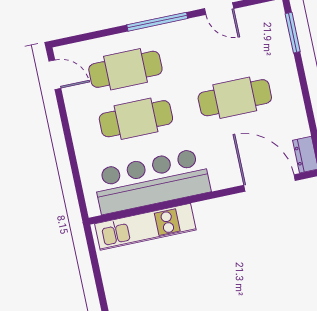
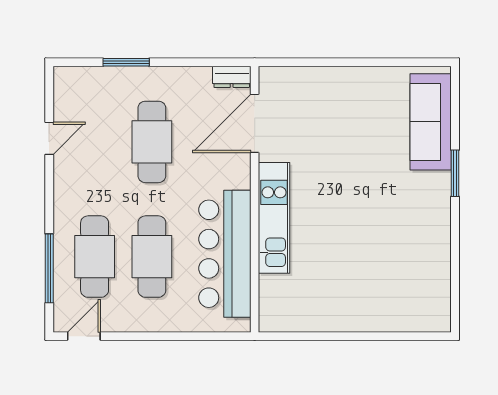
window: (157, 22) -> (49, 268), moved
window: (293, 33) -> (126, 62), moved
kitchen unit: (145, 227) -> (274, 218), moved

